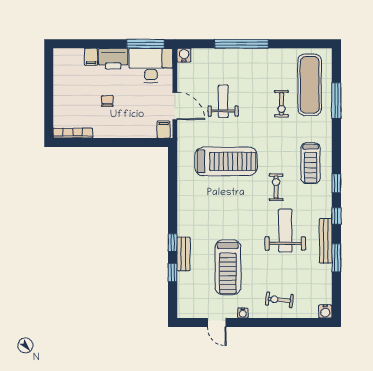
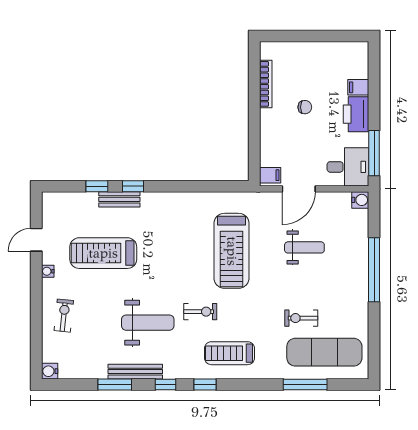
desk: (151, 65) -> (348, 167), width x0.73
bookcase: (73, 133) -> (266, 84), moved

